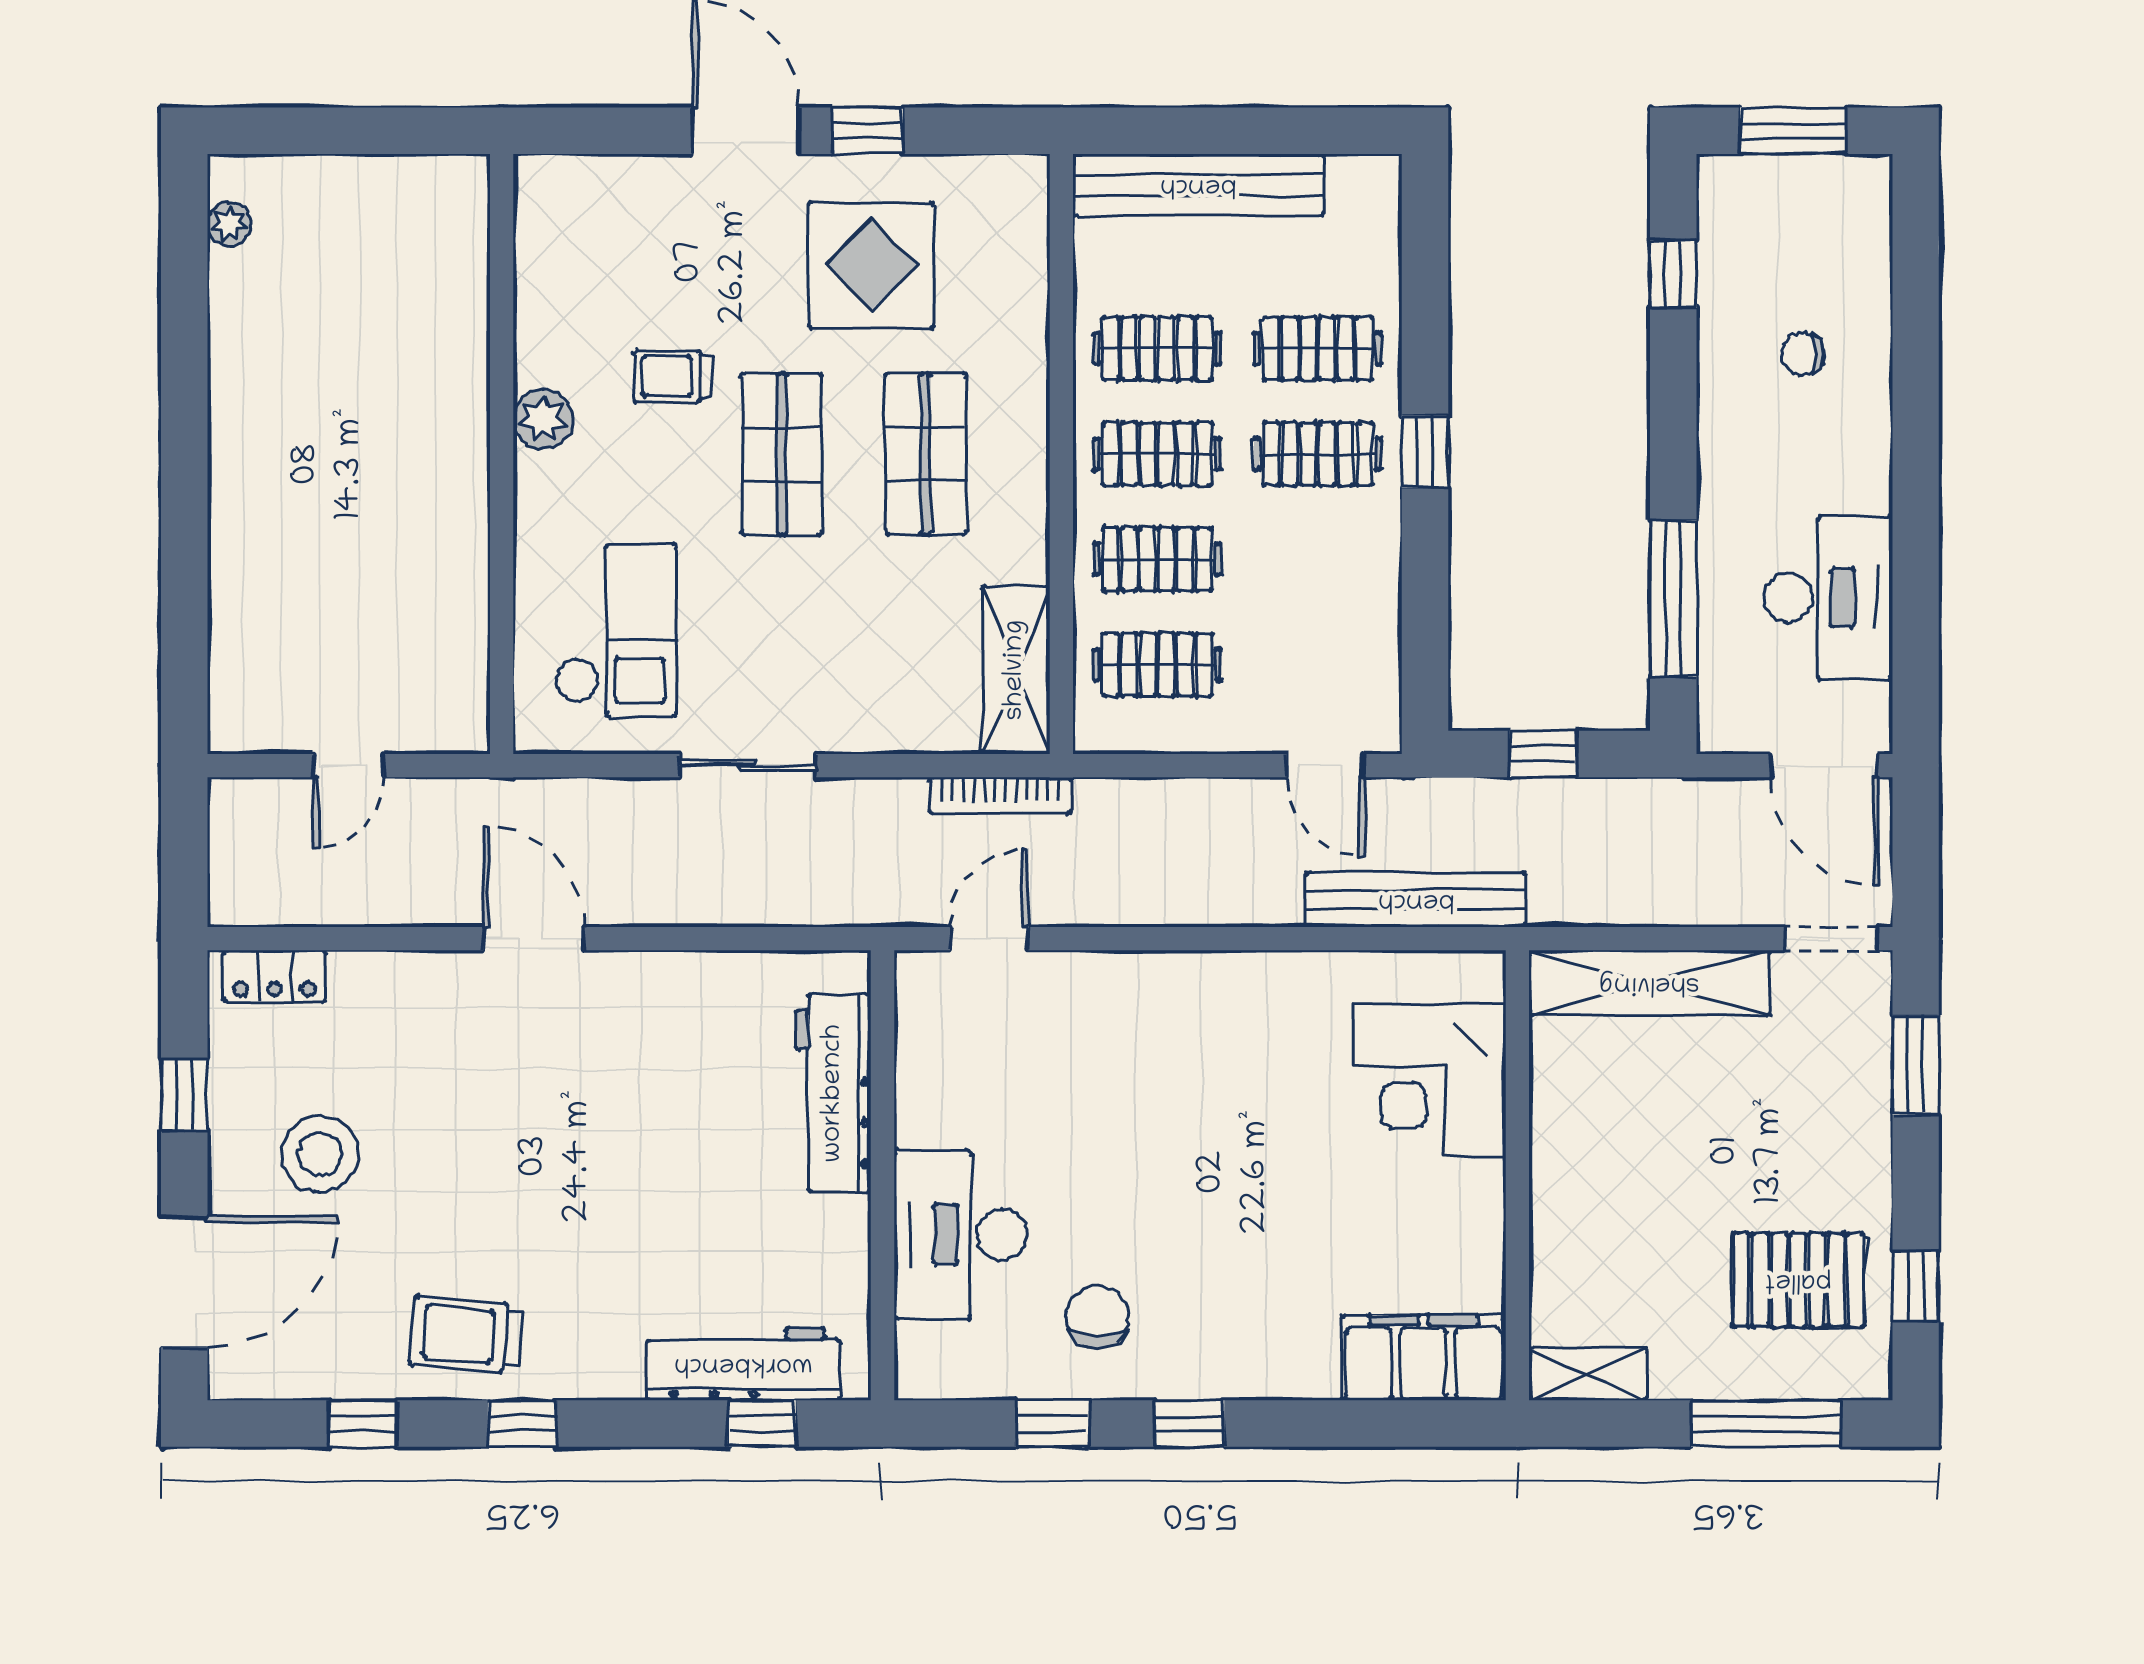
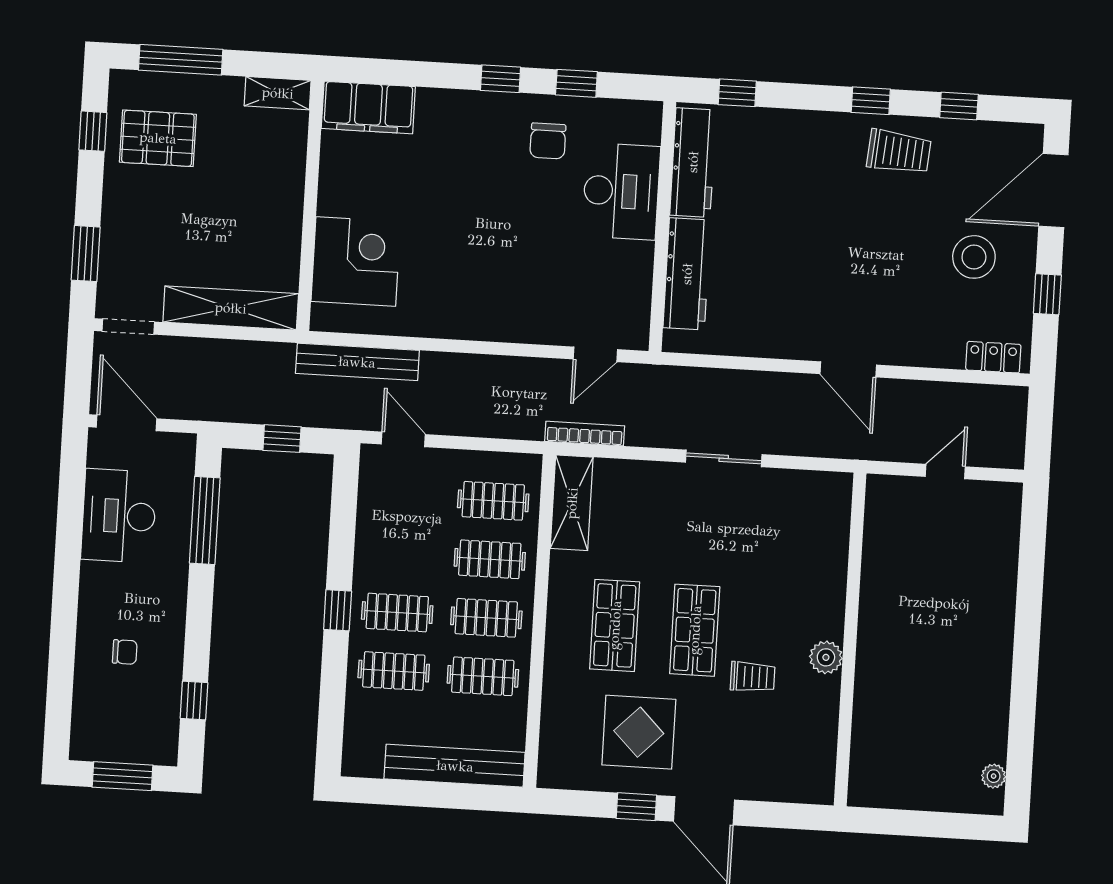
checkout: (616, 630) -> (793, 538), removed
workbench: (743, 1364) -> (693, 162), moved, turned -90

